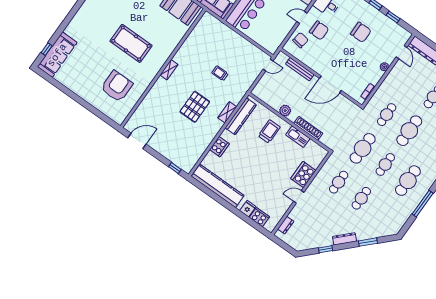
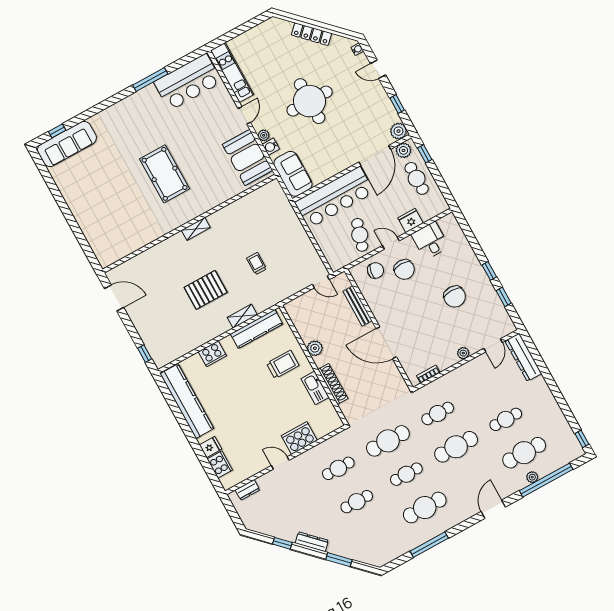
cafe table: (279, 22) -> (360, 235), added
armchair: (117, 86) -> (122, 218), removed

